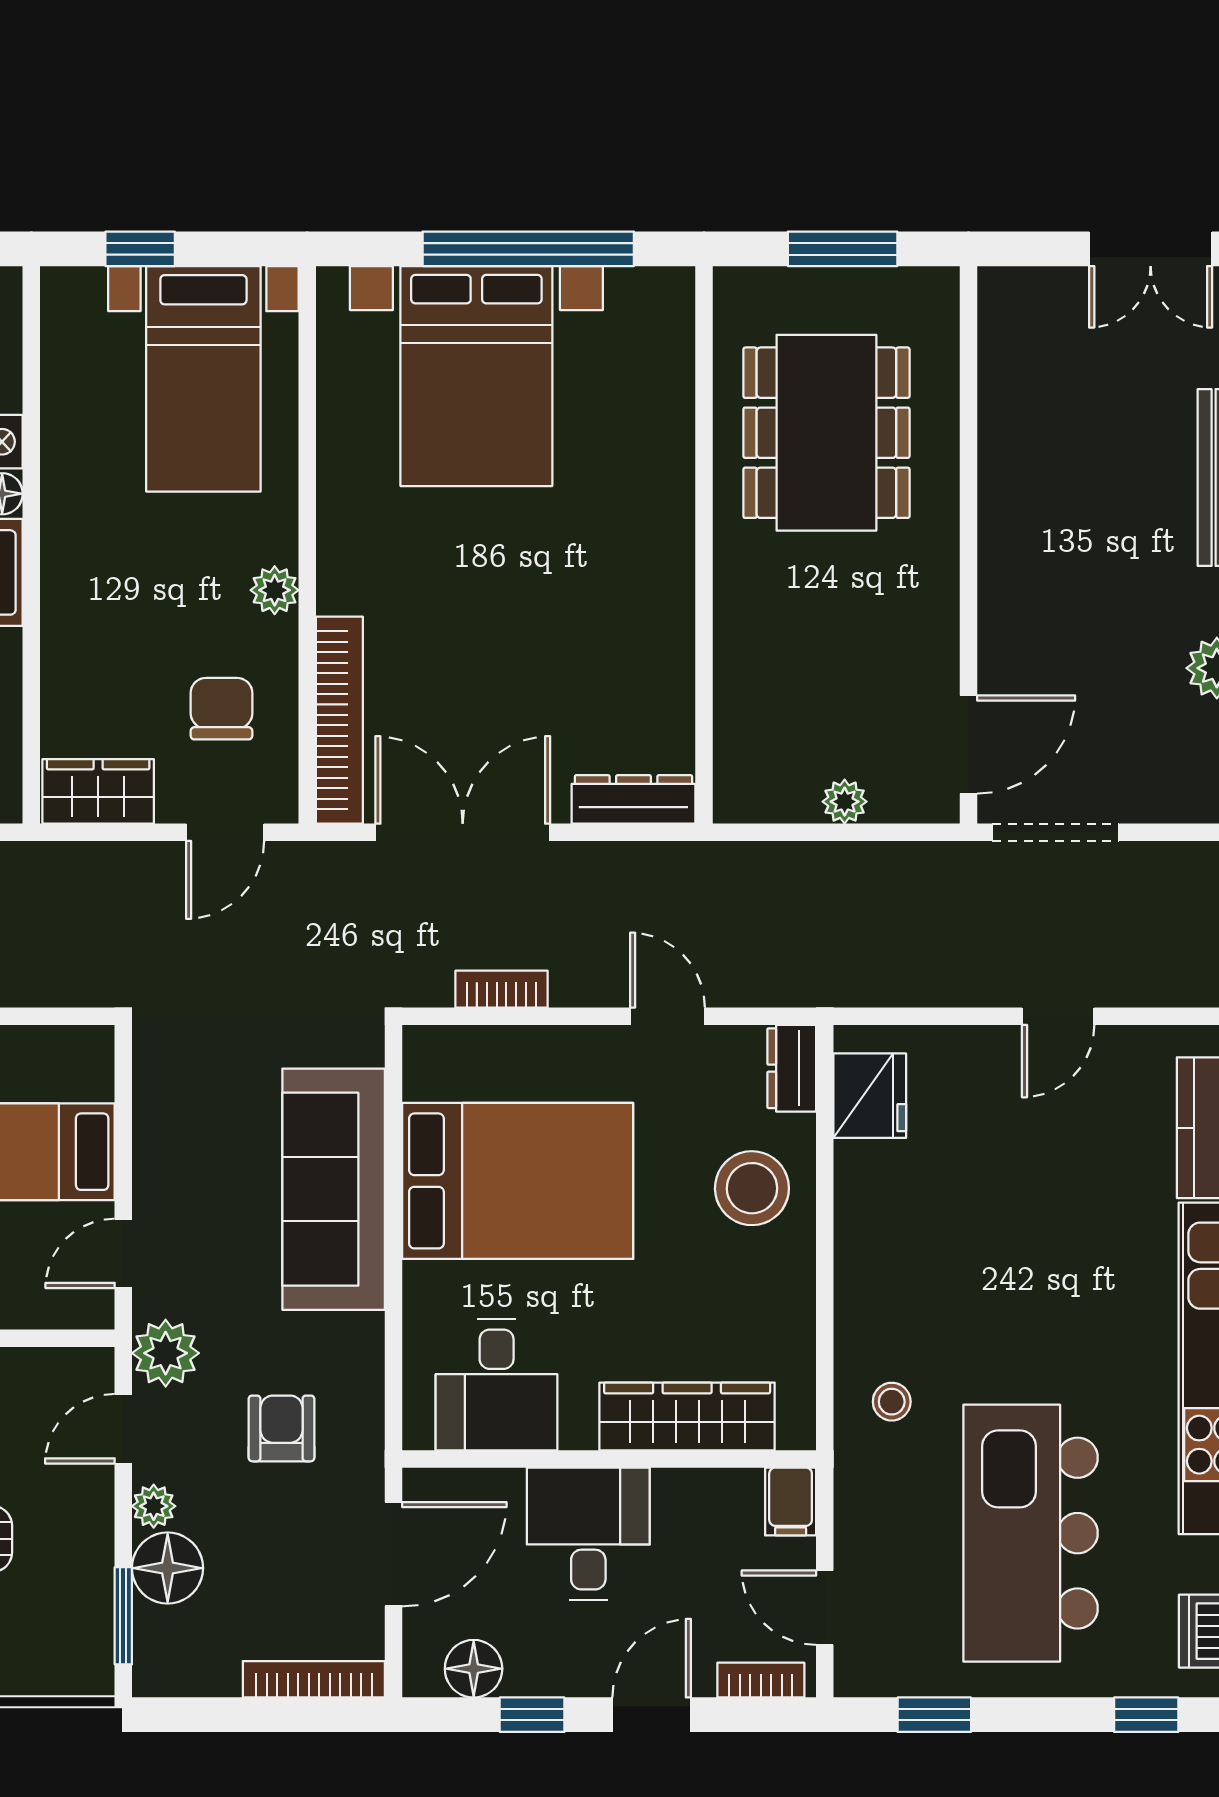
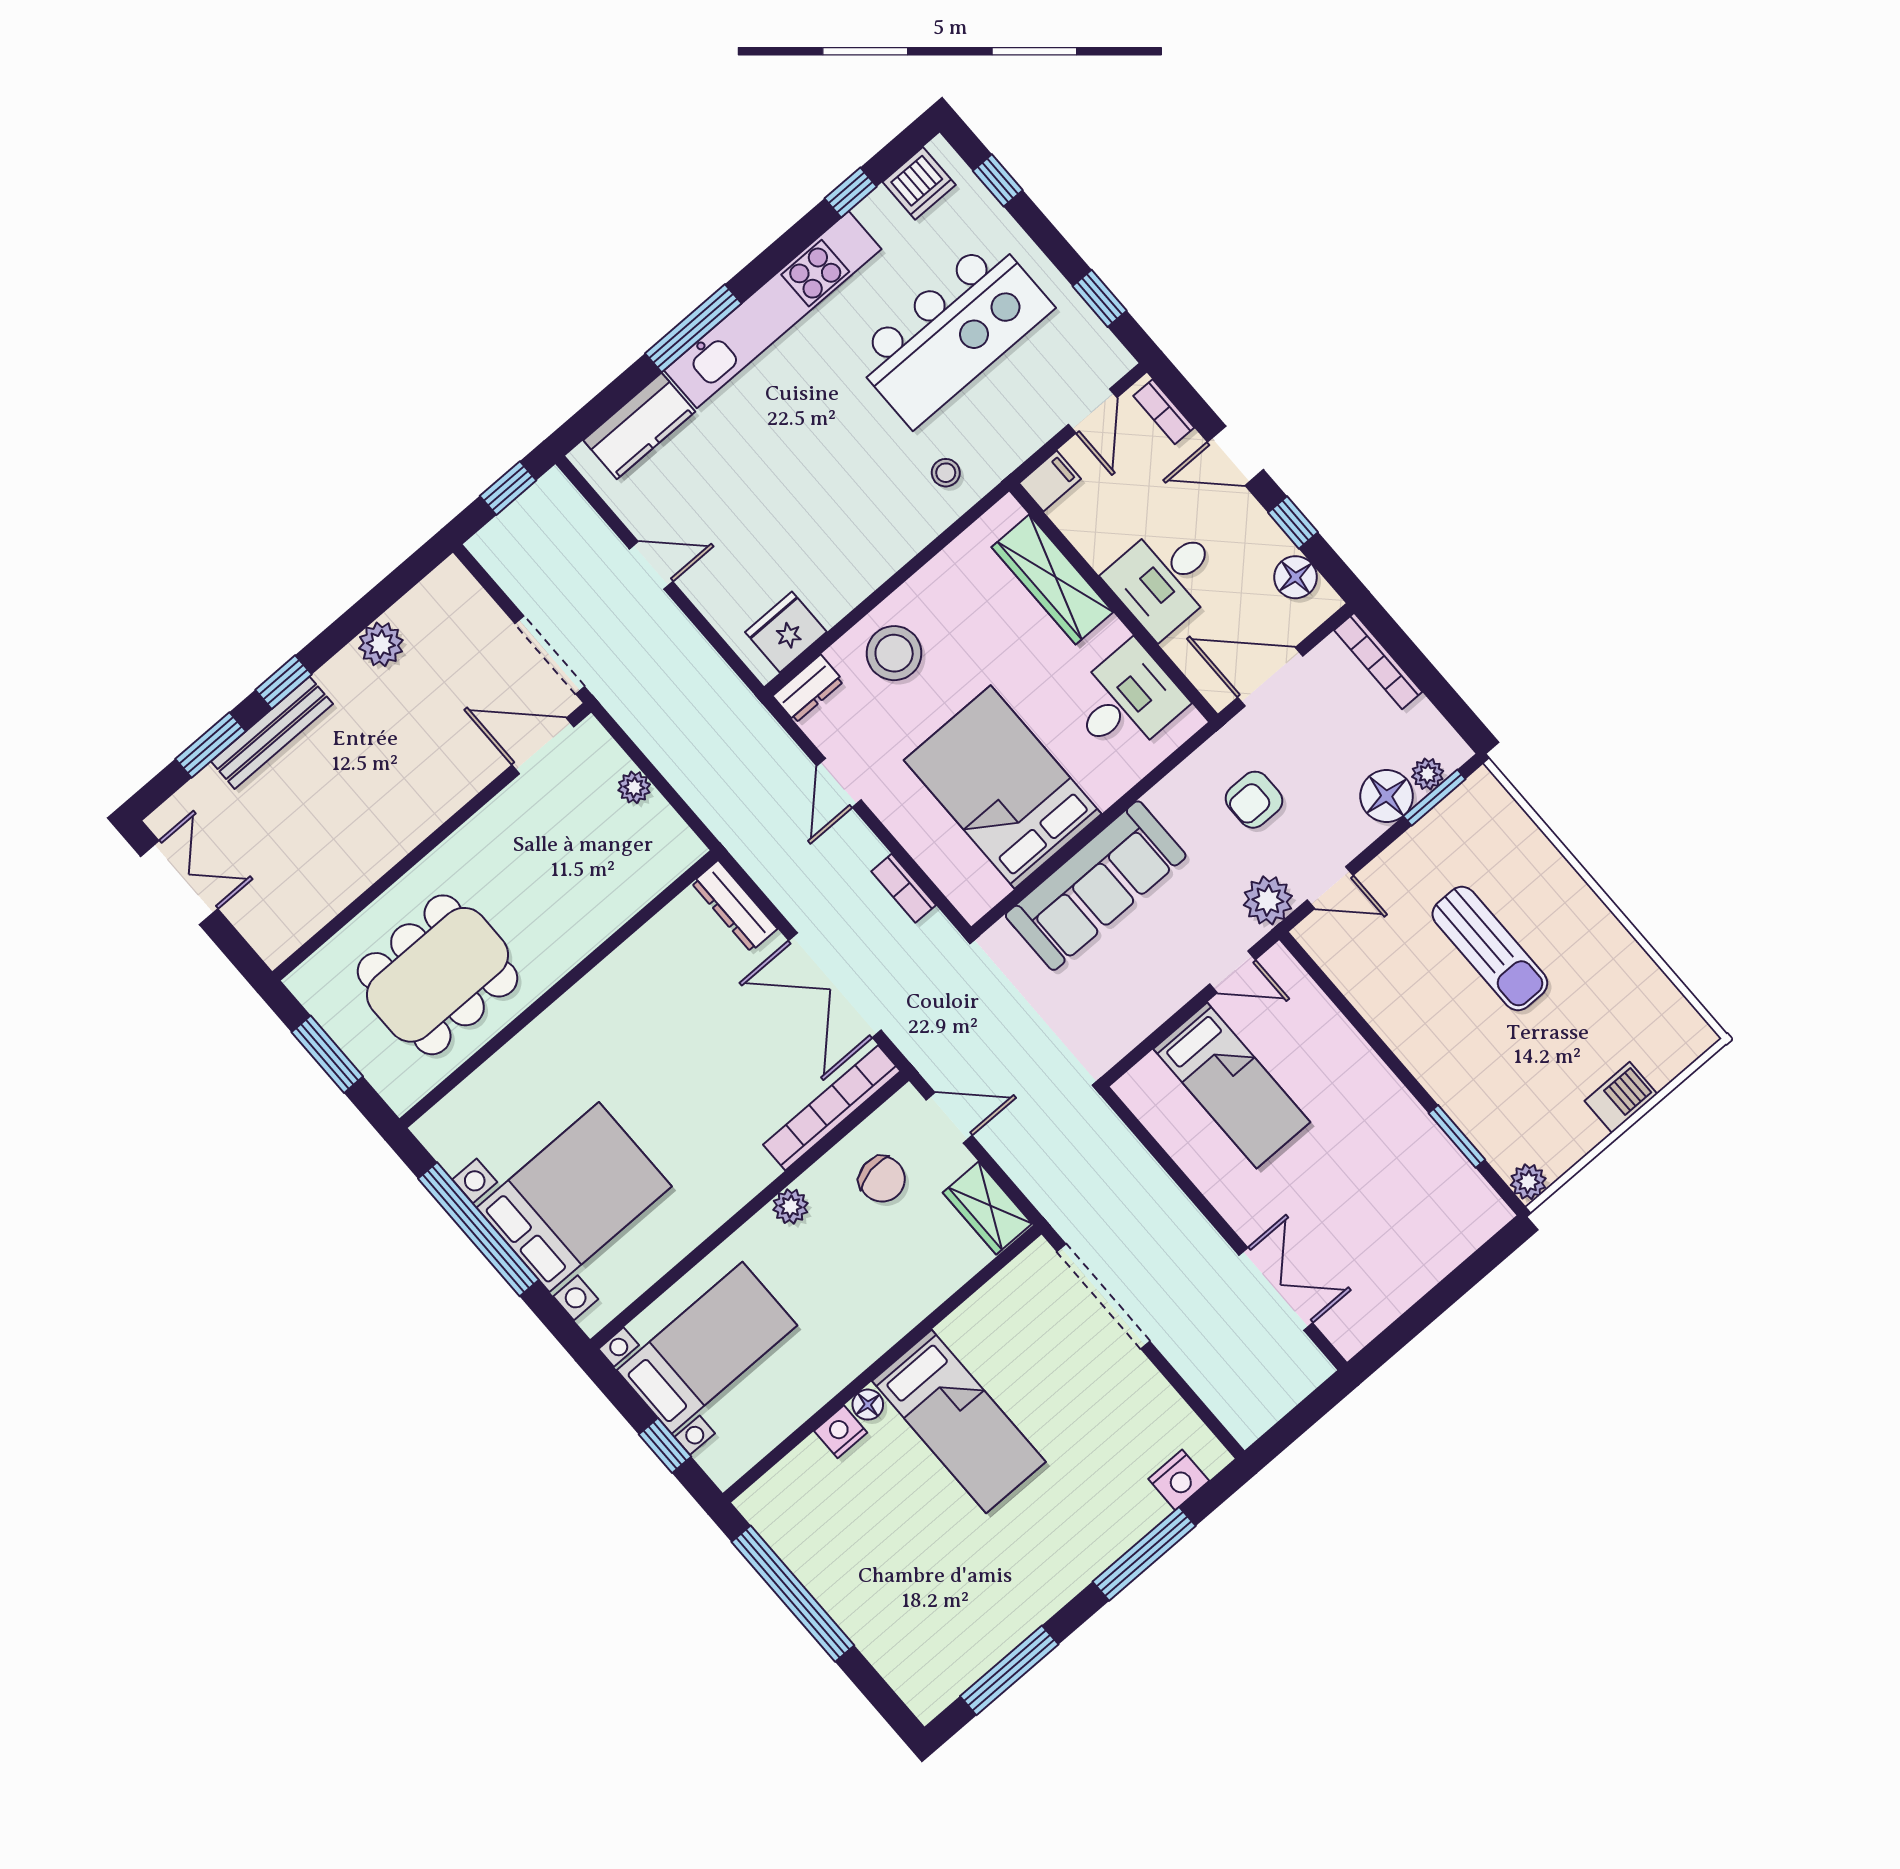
chair: (221, 709) -> (882, 1179), turned -100
plant: (154, 1506) -> (1428, 774), moved

